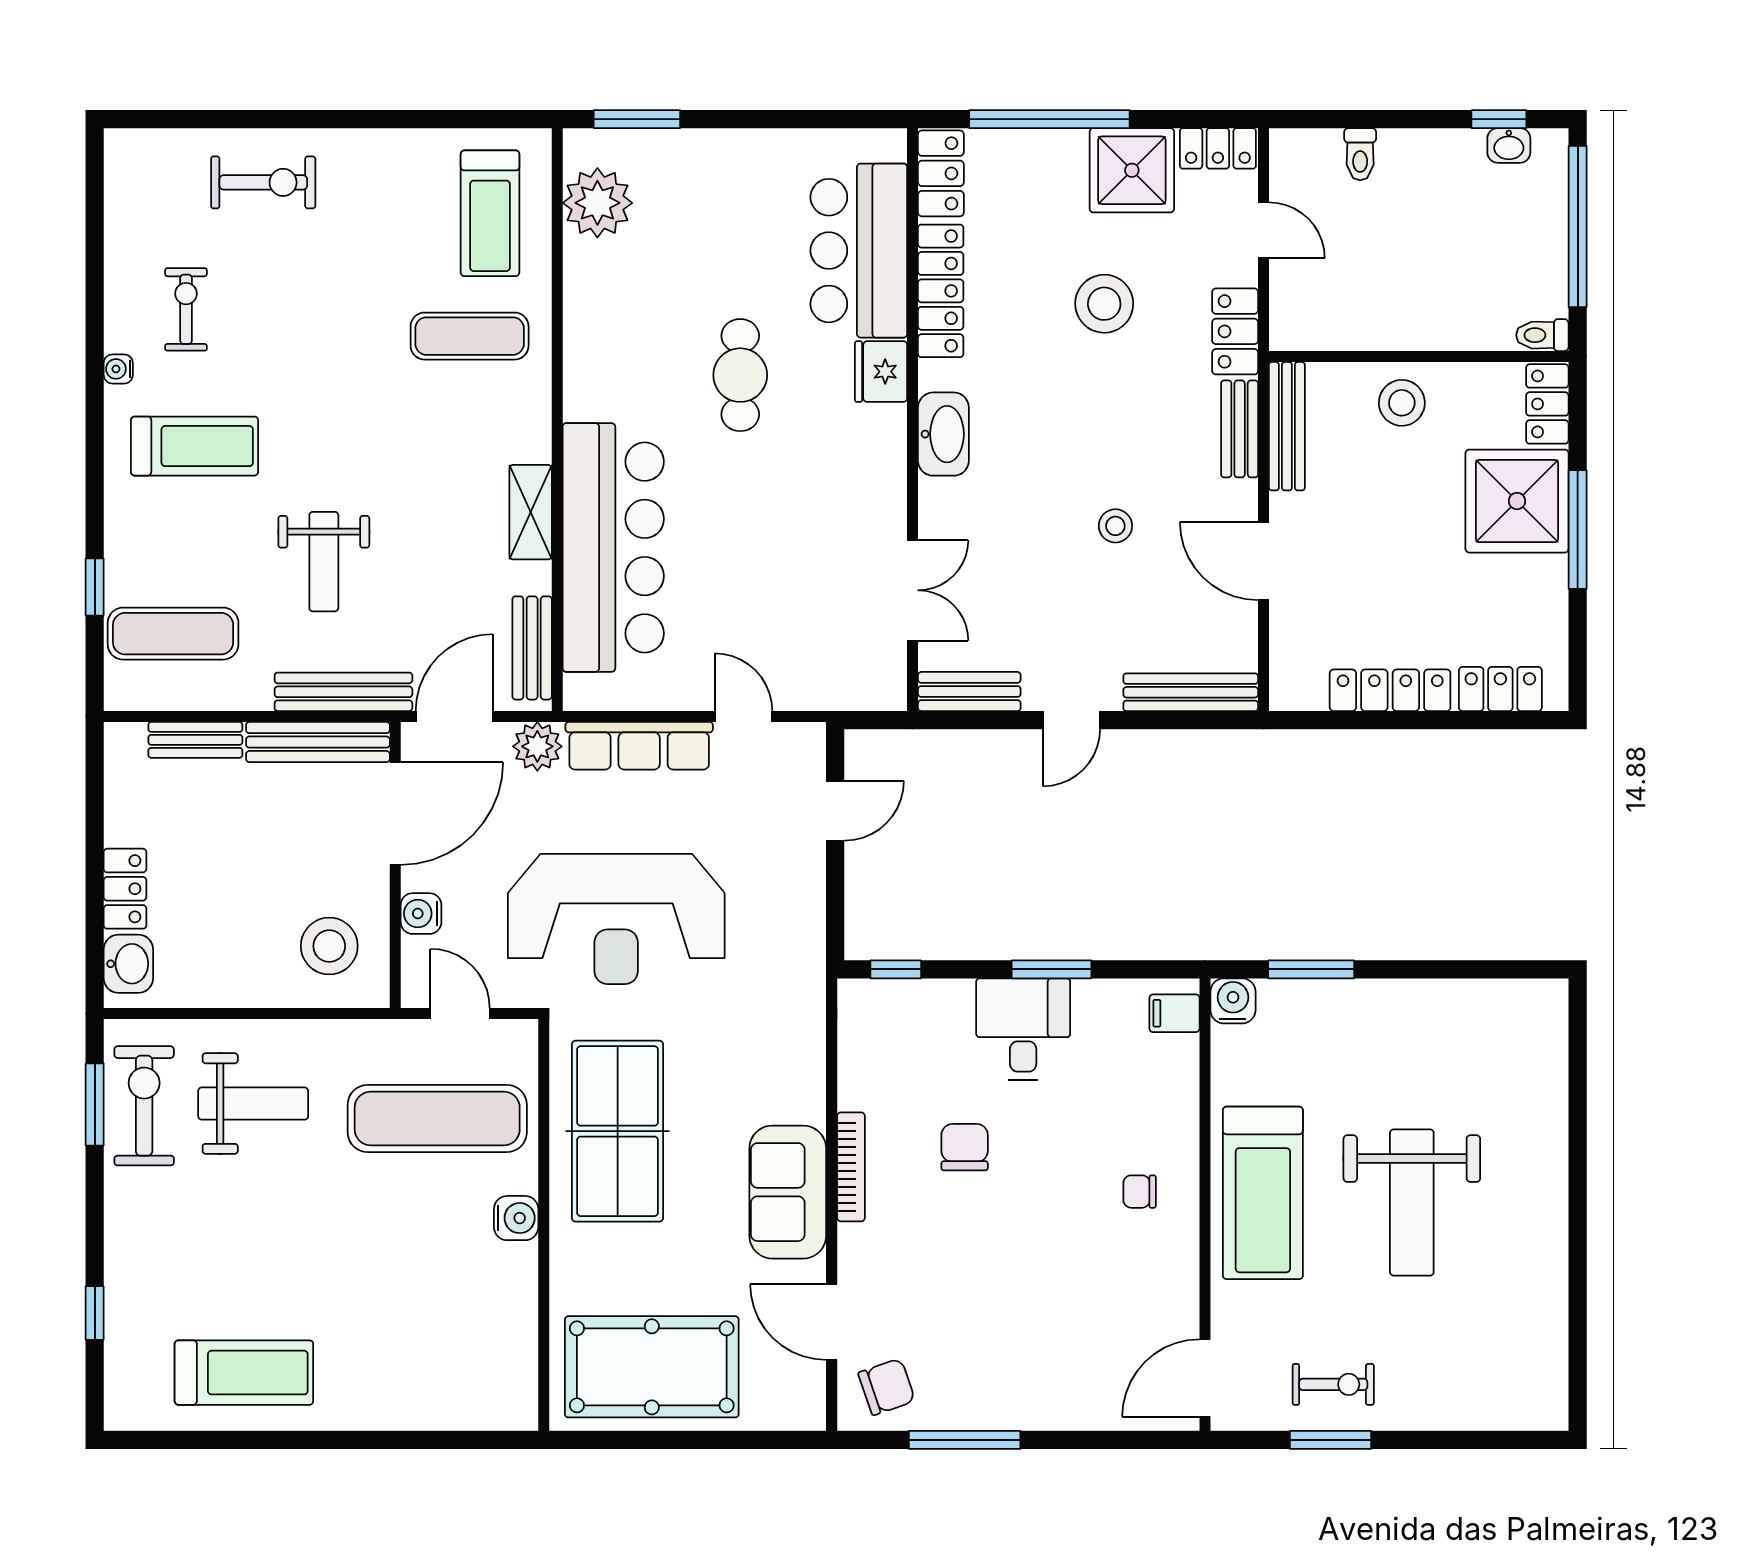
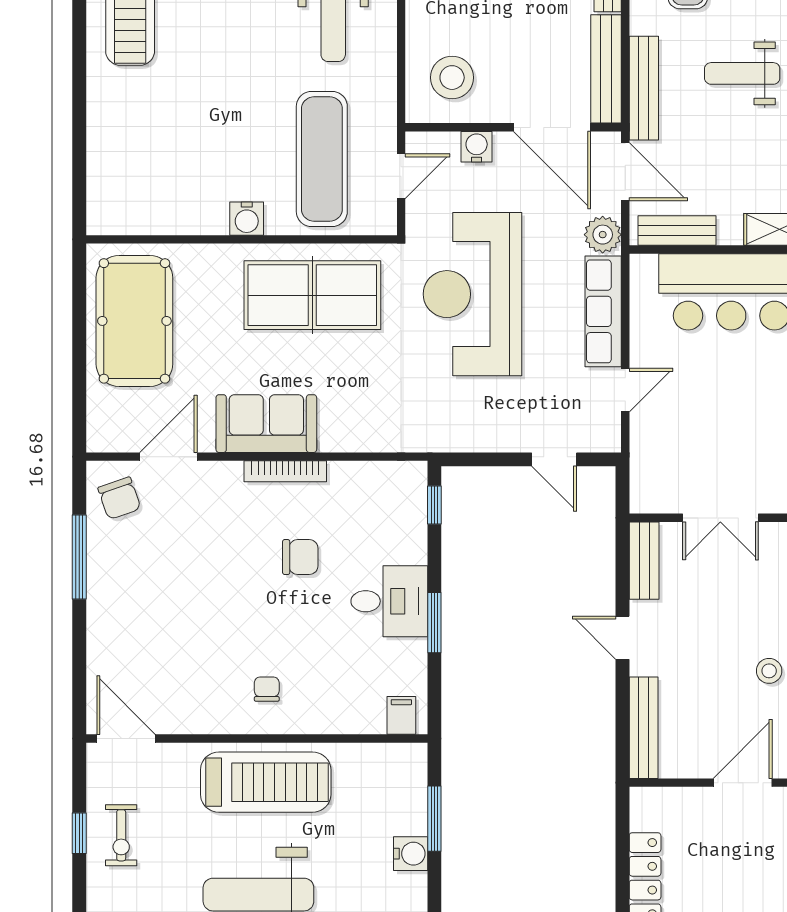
water cooler: (1233, 1001) -> (411, 854), moved
treadmill: (1263, 1193) -> (266, 782), turned 180
window: (1331, 1440) -> (79, 833), width x0.67

